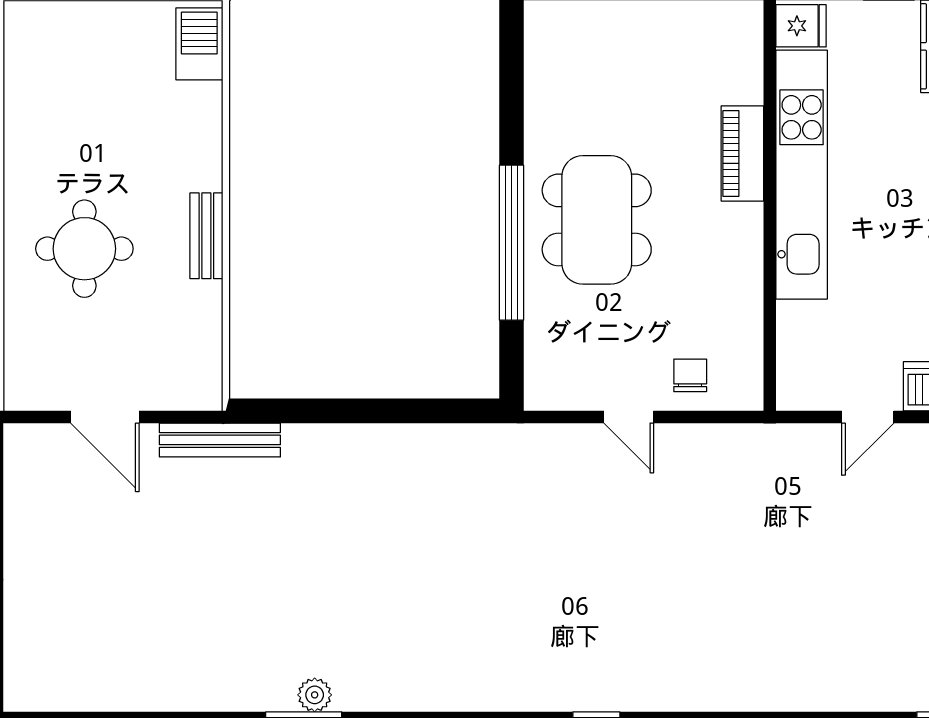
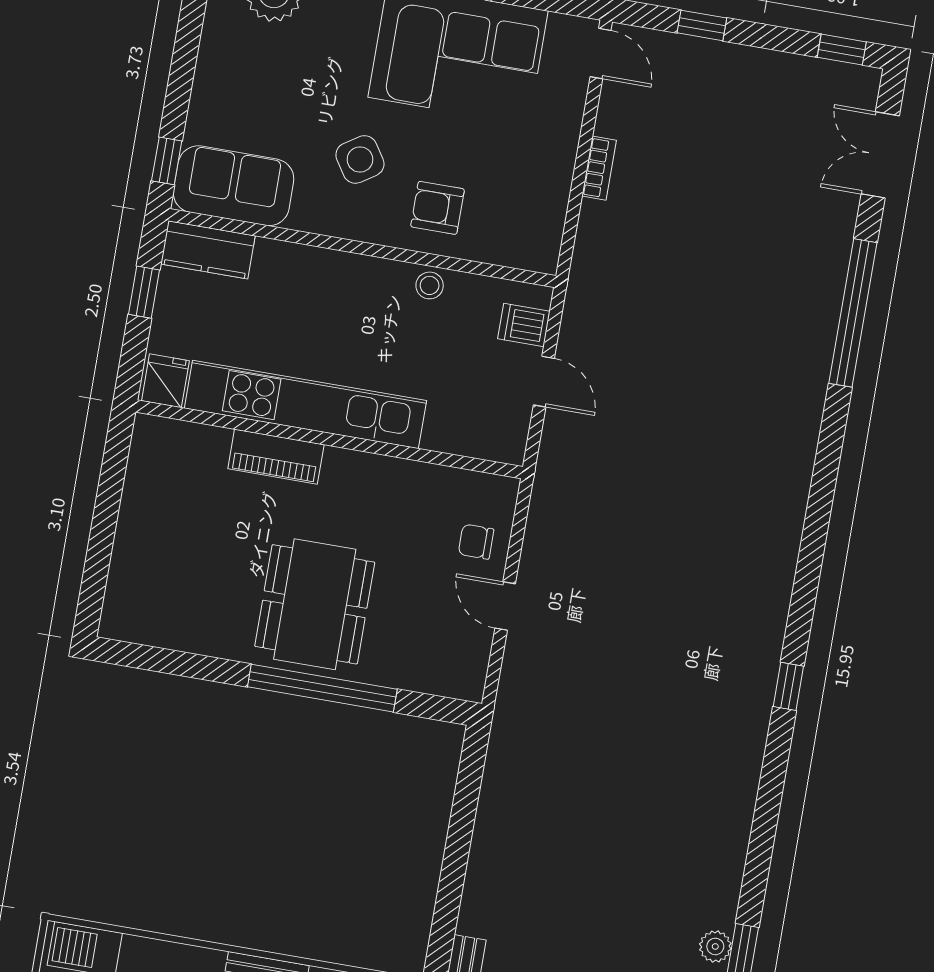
dining table: (597, 220) -> (315, 604), turned 90
door: (629, 417) -> (505, 606), swing flipped

